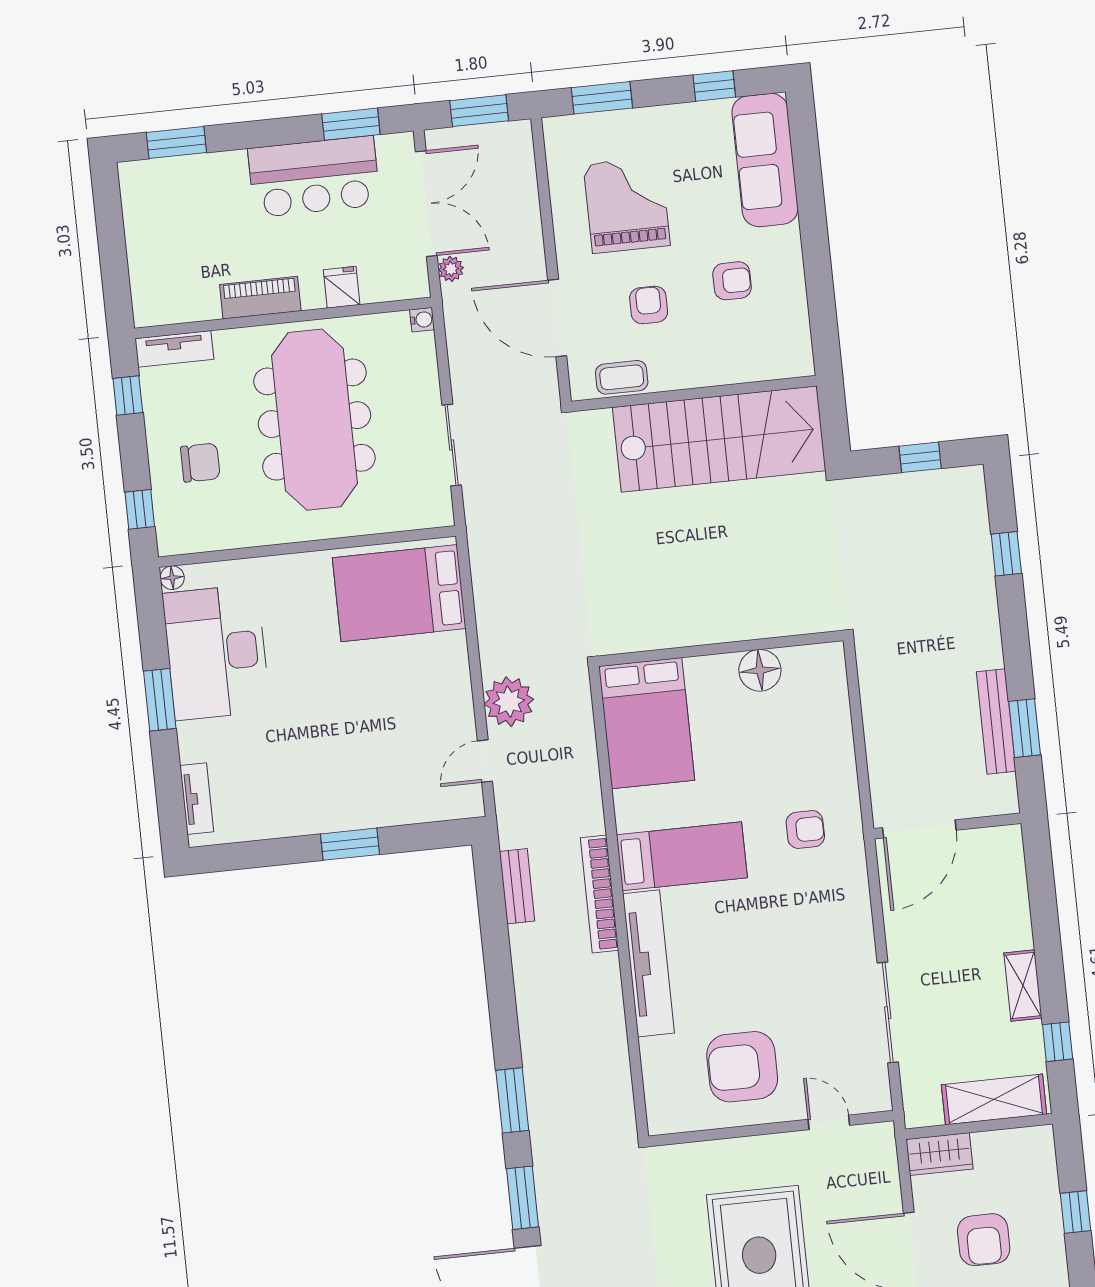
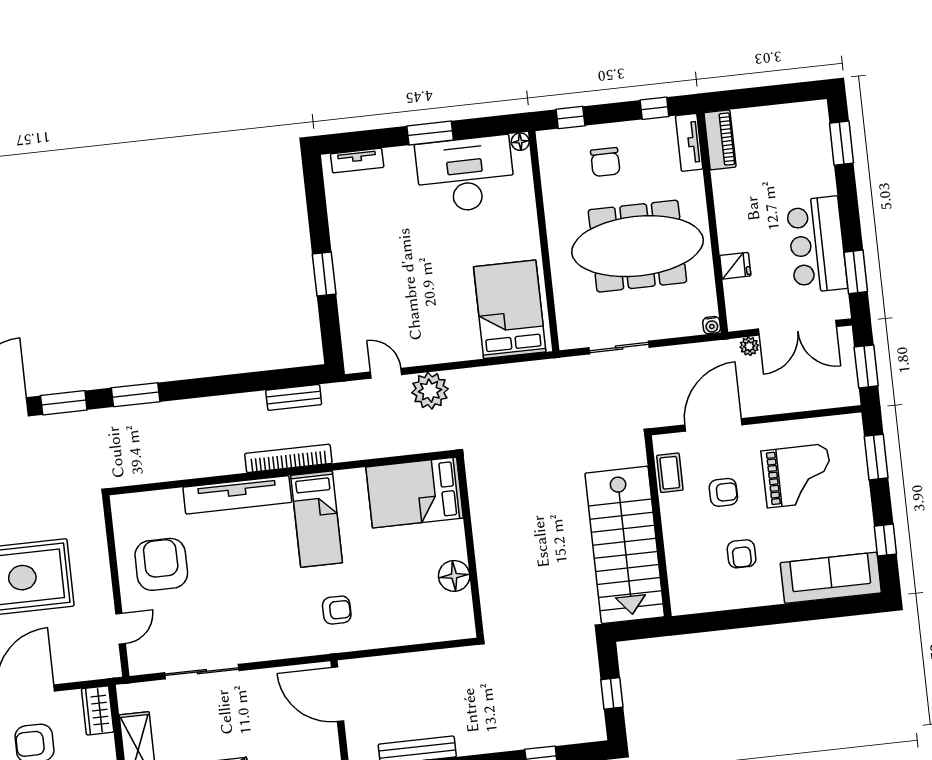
piano: (260, 298) -> (720, 140), moved
armchair: (805, 830) -> (337, 610), turned -90

